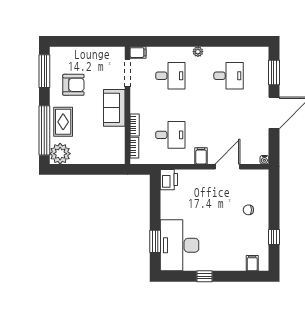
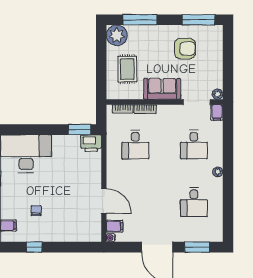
plant: (120, 52) -> (218, 94), added
armchair: (73, 85) -> (185, 49), turned -90
rug: (63, 122) -> (127, 69), moved, turned 90
window: (44, 130) -> (140, 20), width x0.68
filing cabinet: (201, 156) -> (115, 226), moved
chair: (248, 210) -> (36, 211), moved
window: (155, 241) -> (80, 130), moved

